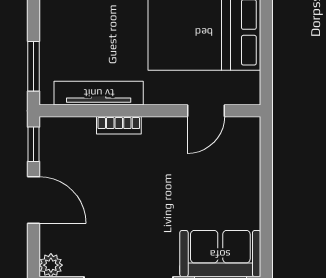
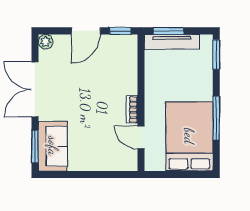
tv unit: (99, 93) -> (172, 42), moved, turned 90
bookcase: (119, 125) -> (132, 110), moved

